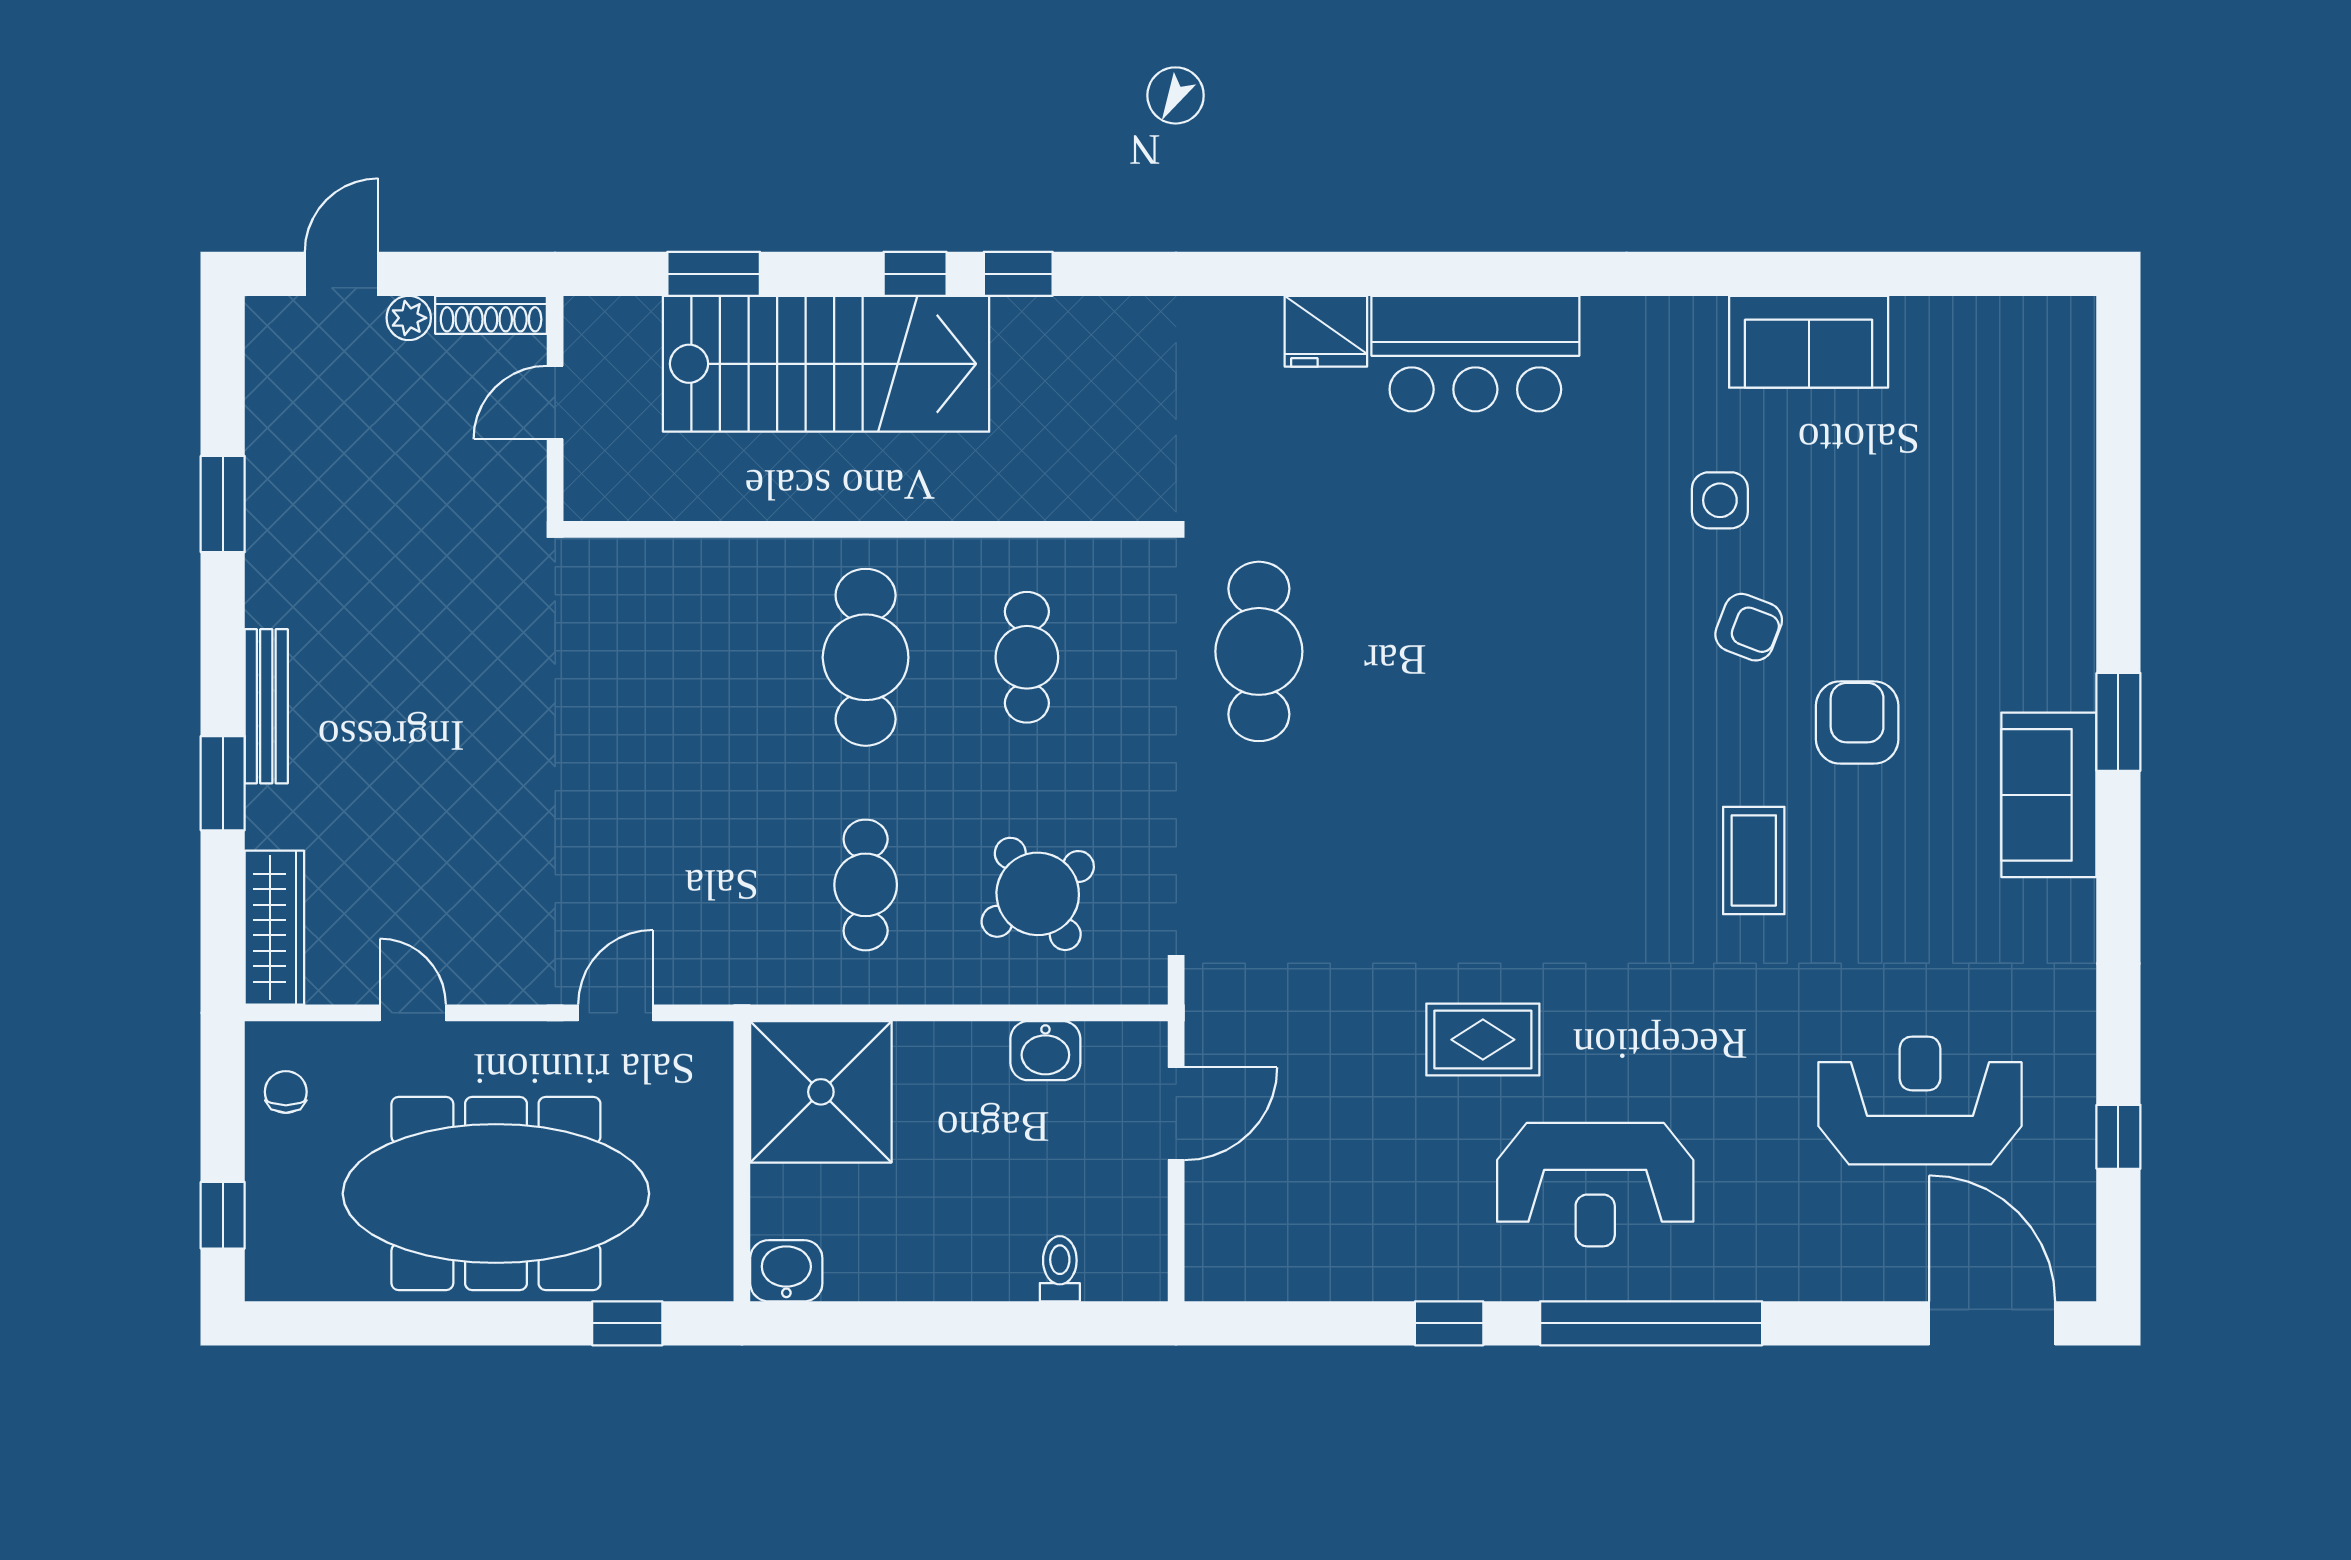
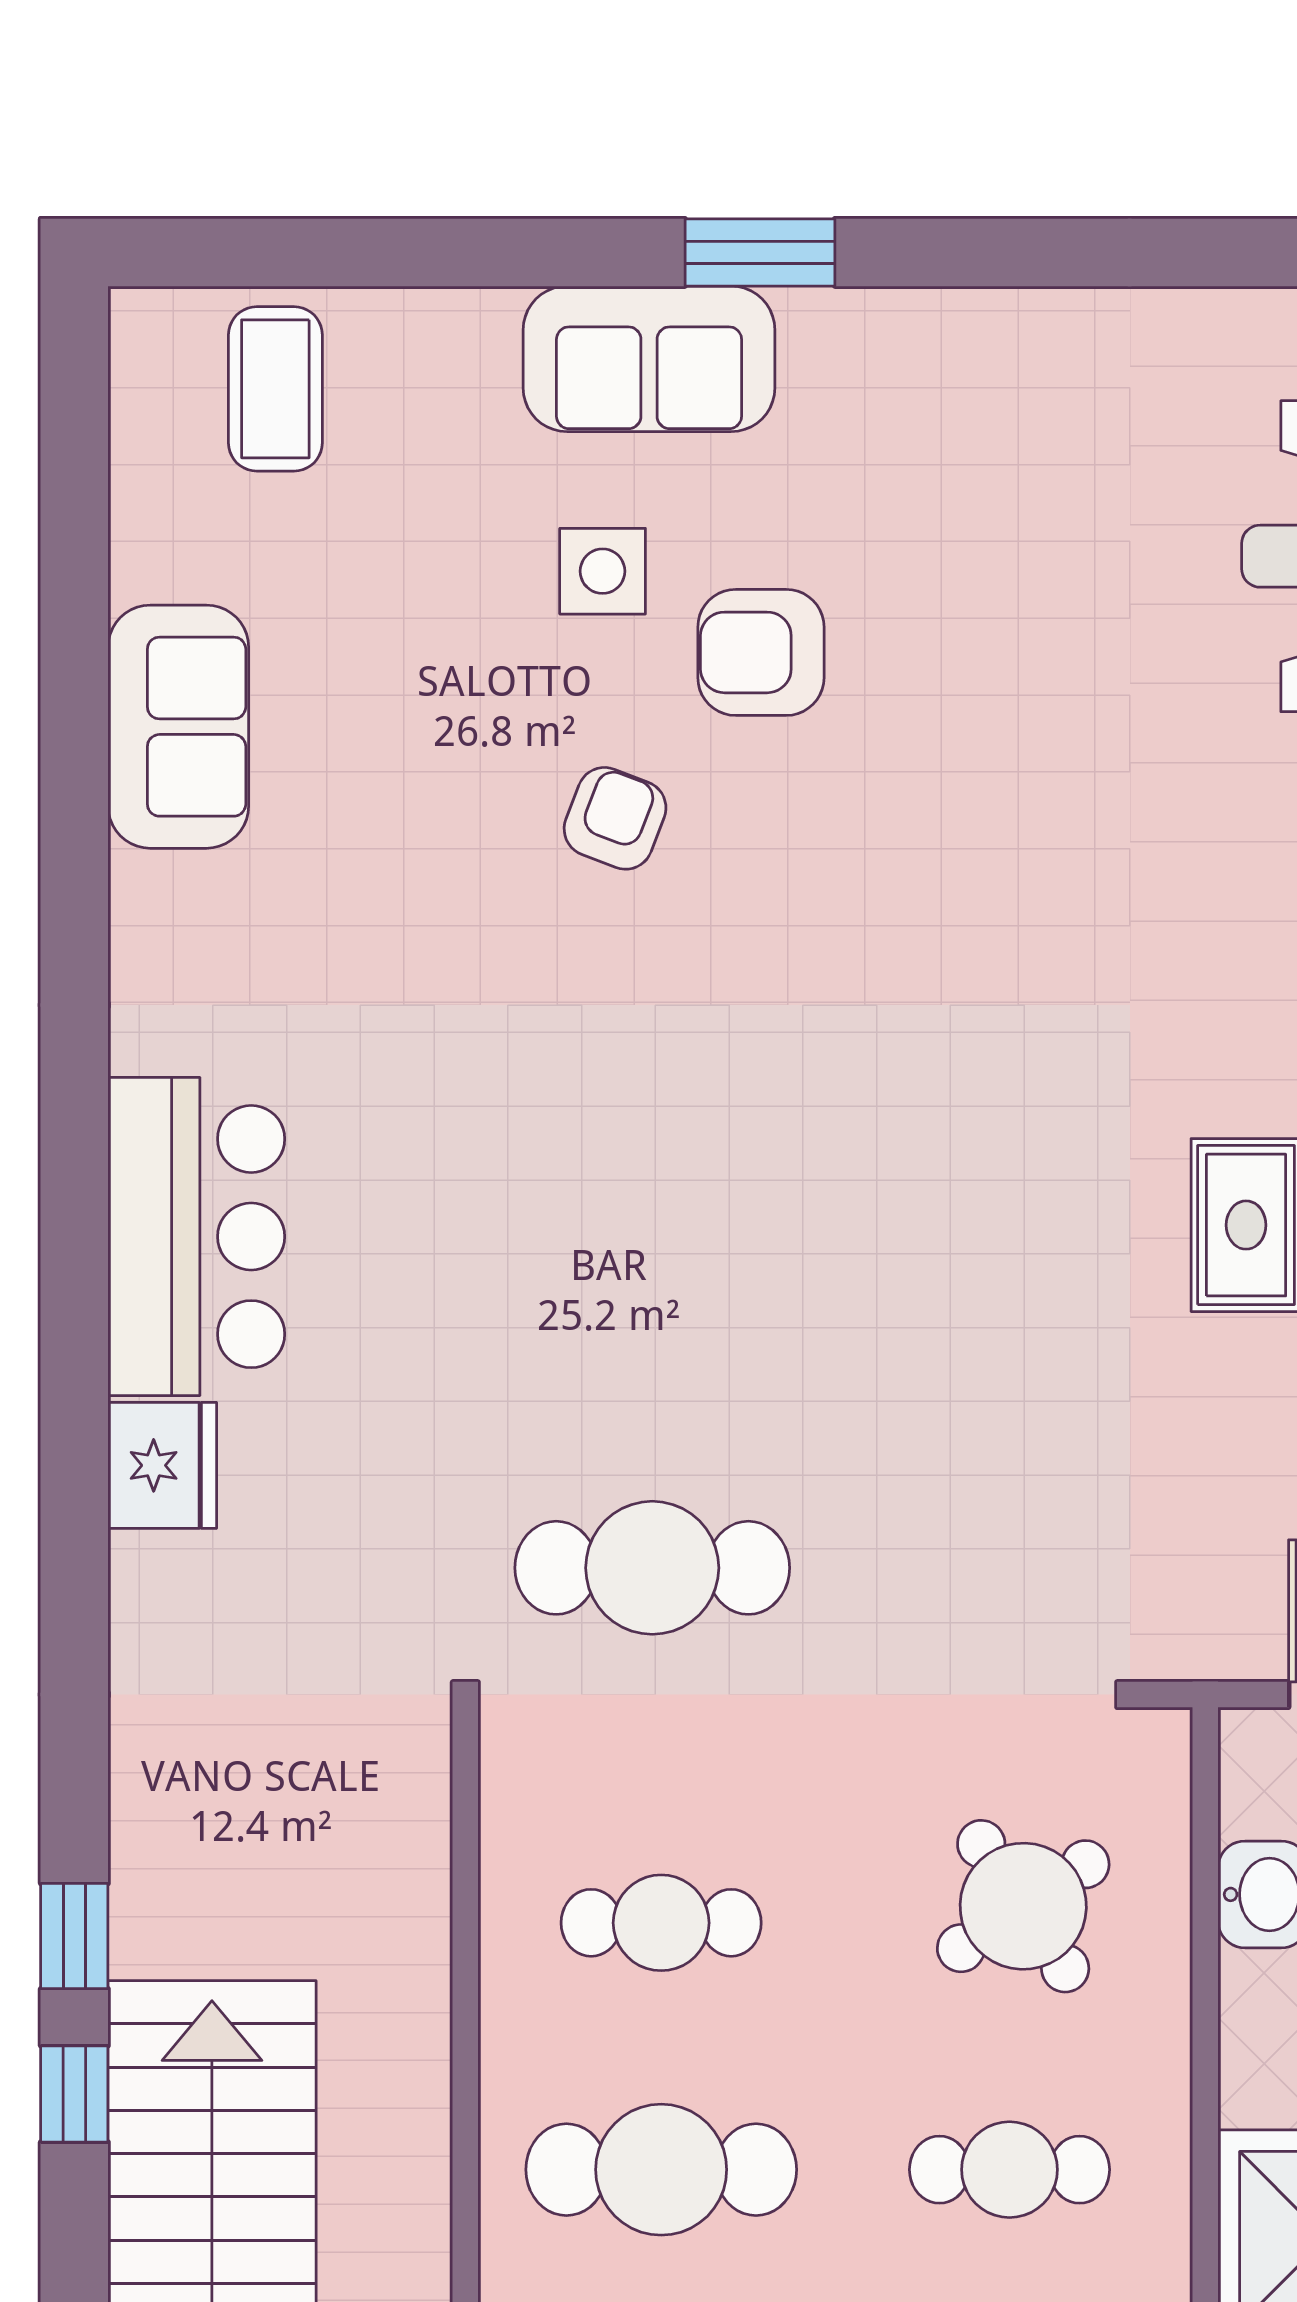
side table: (1720, 500) -> (603, 571), moved
sofa: (2049, 795) -> (649, 359), moved
coffee table: (1754, 860) -> (275, 389), moved, turned 90

